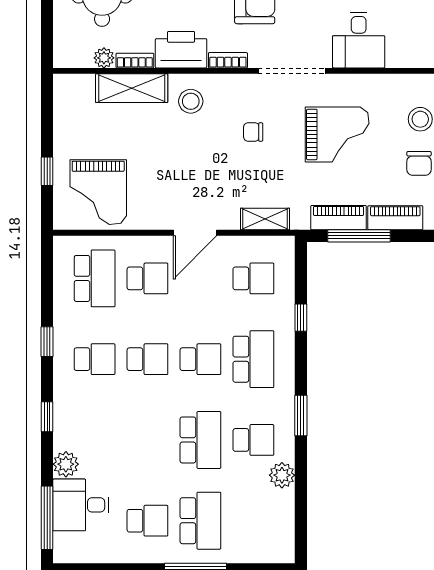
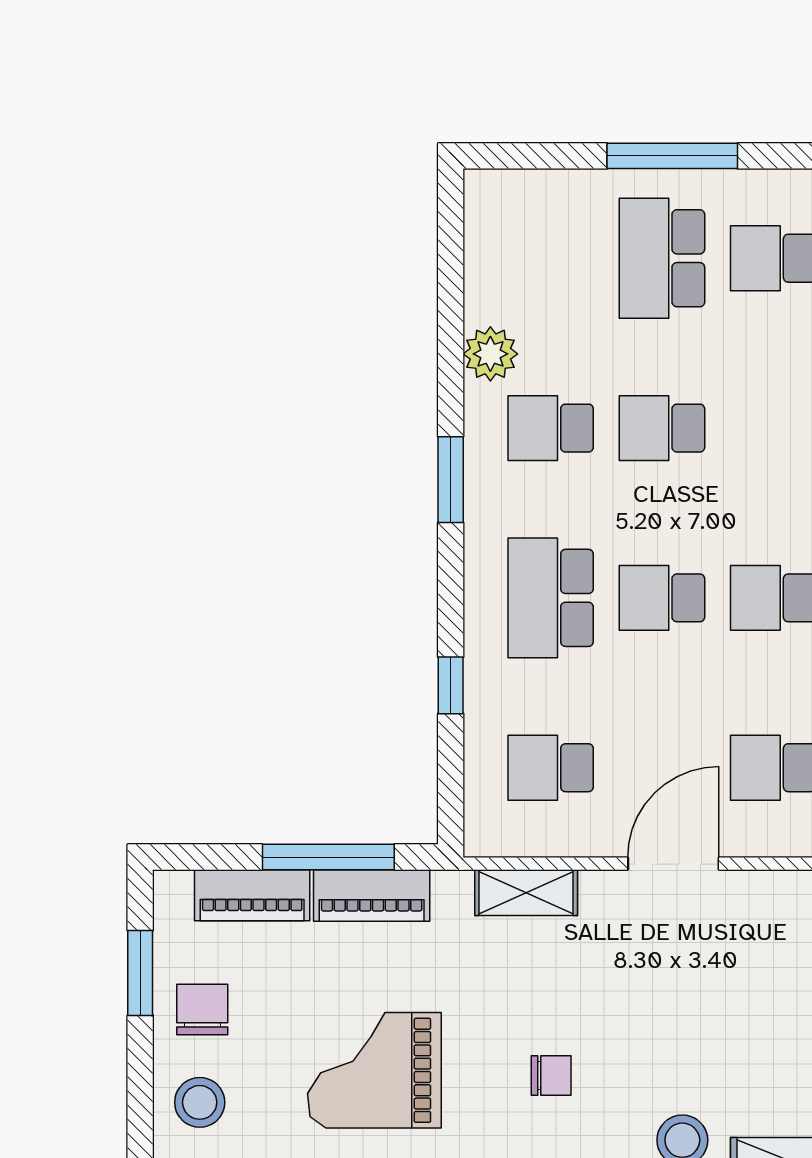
school desk: (200, 440) -> (662, 428), width x0.54

